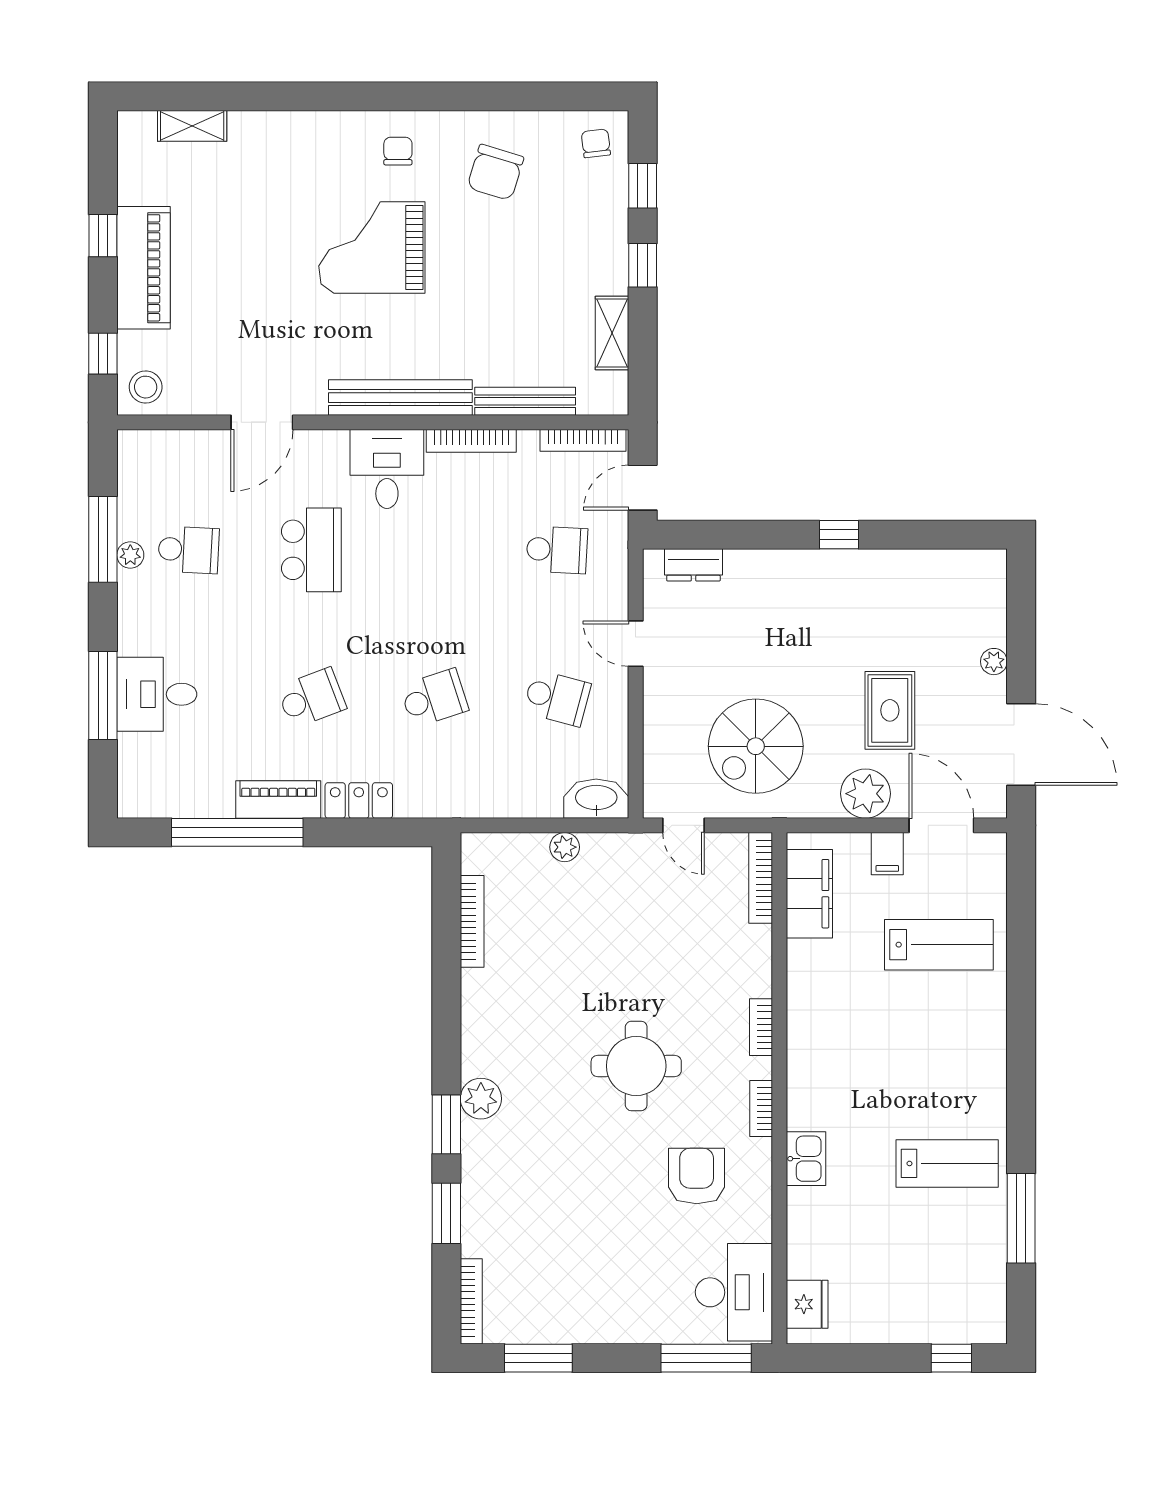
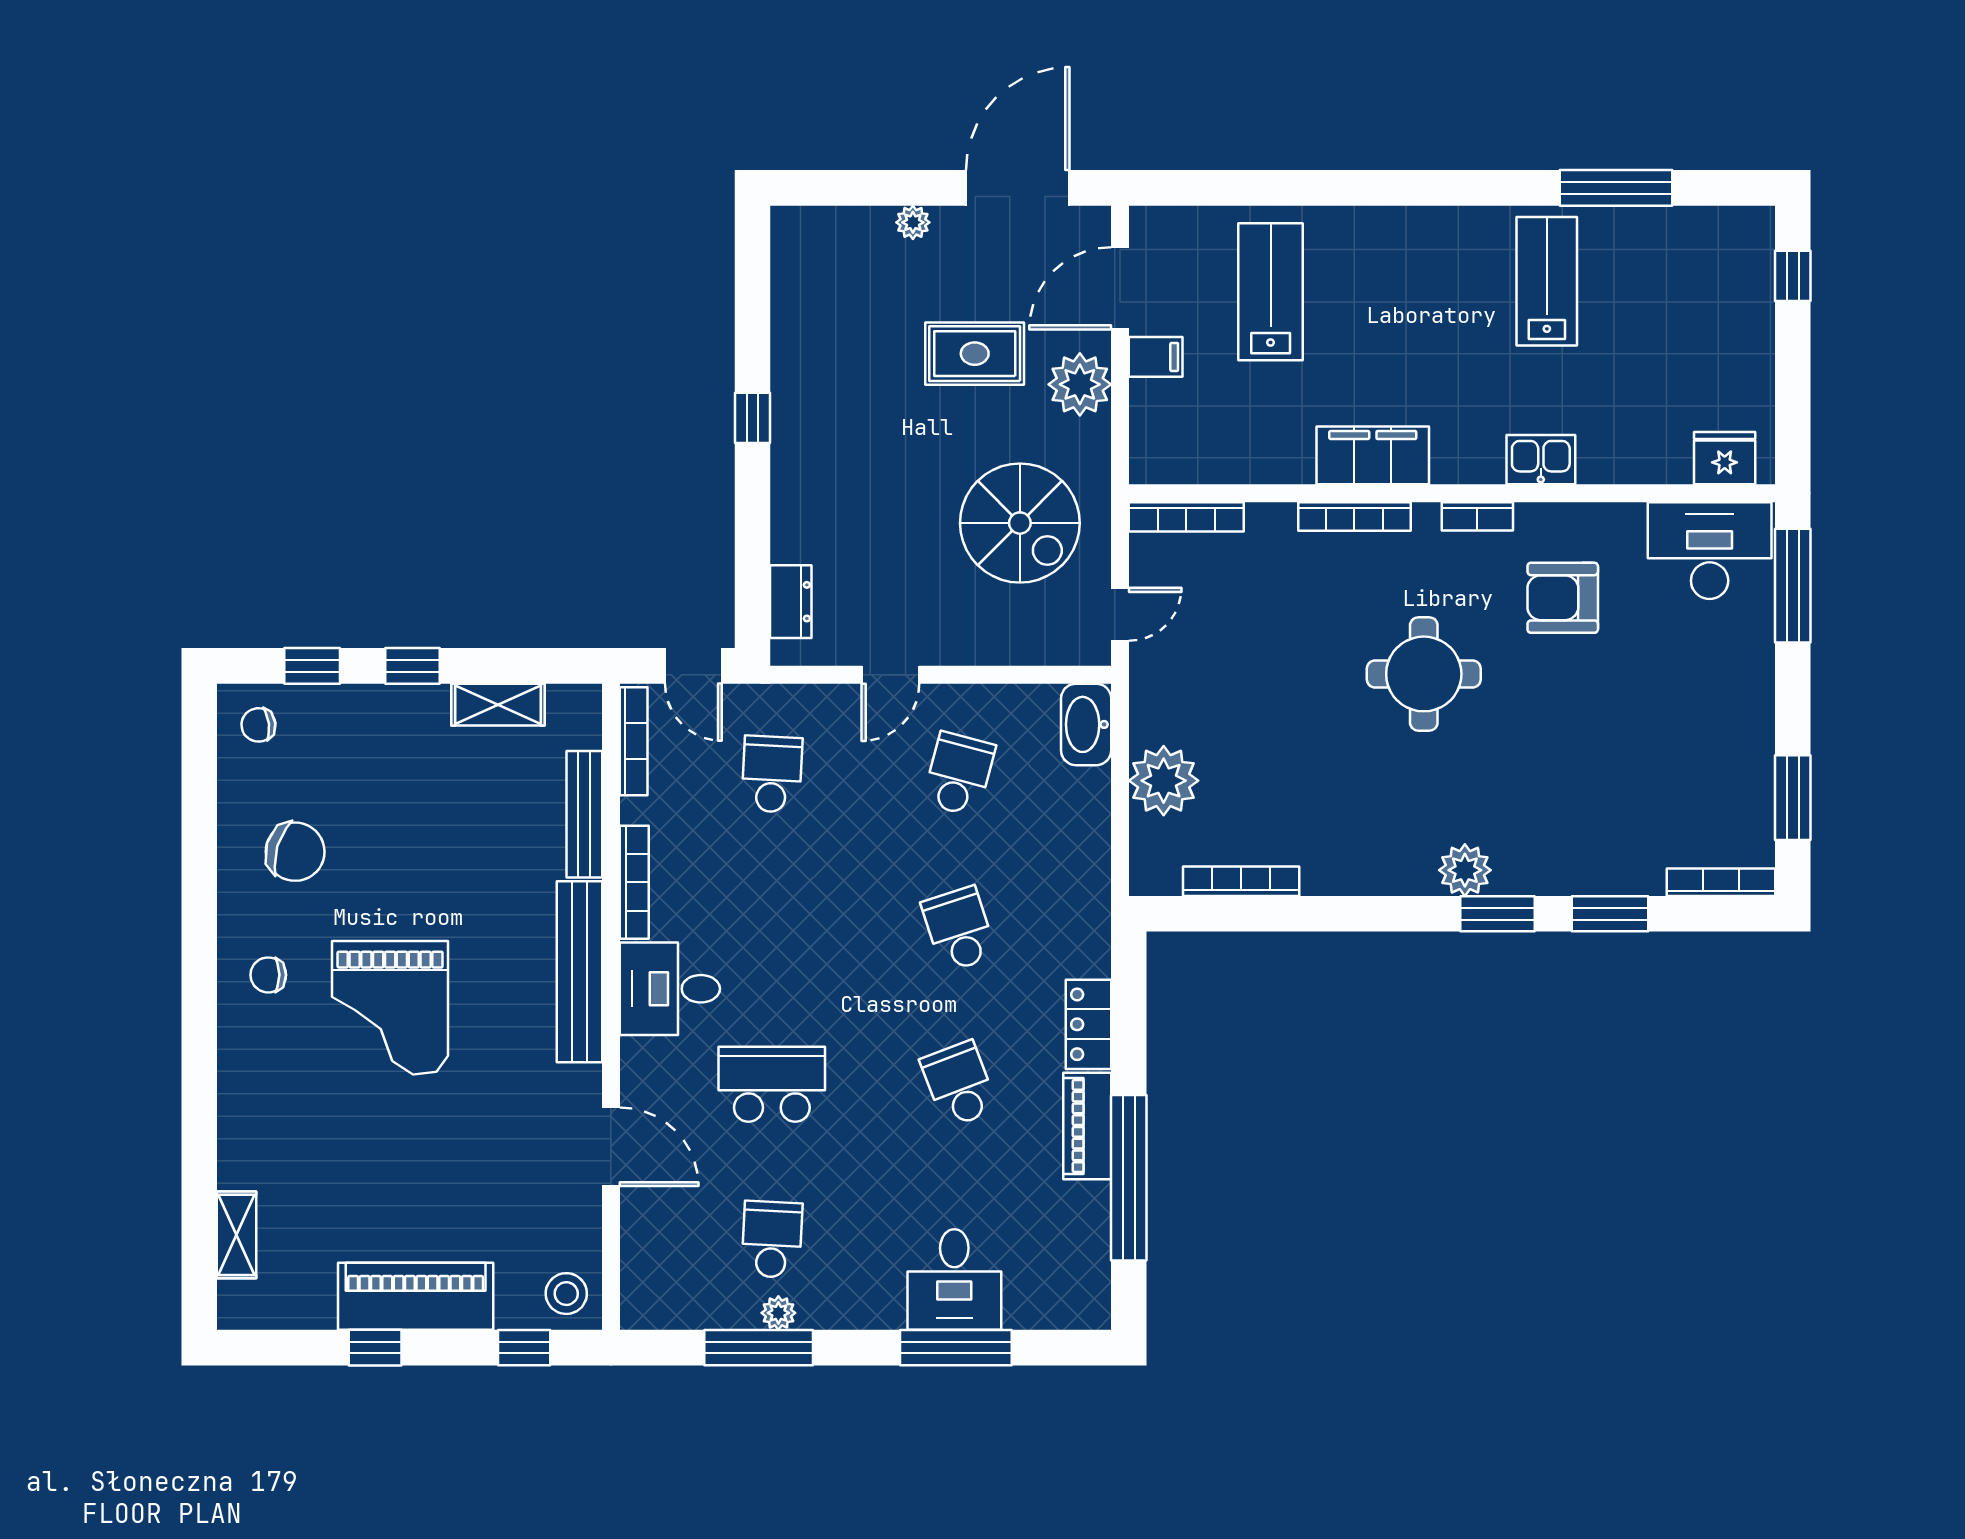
plant: (565, 847) -> (1164, 781), width x1.87, depth x1.87
filing cabinet: (809, 894) -> (1373, 455), moved
bookcase: (761, 1027) -> (1354, 516), width x1.56

